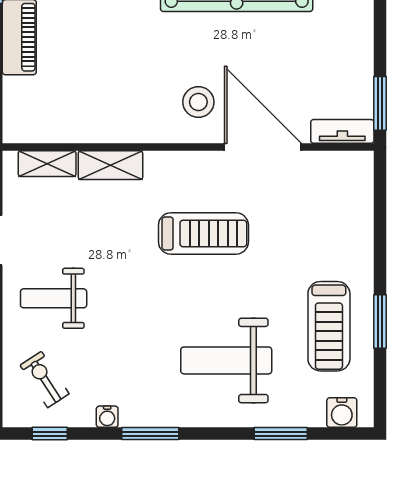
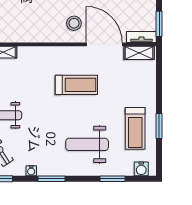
shelving: (110, 165) -> (139, 53), moved

